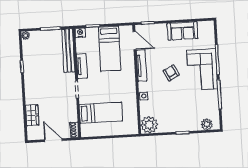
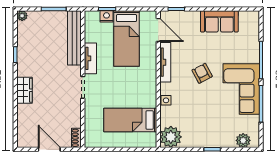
nightstand: (80, 33) -> (107, 16), moved
corner sofa: (202, 69) -> (241, 89), moved
bed: (101, 113) -> (130, 120), moved, turned 180
wardrobe: (32, 115) -> (25, 90), moved

